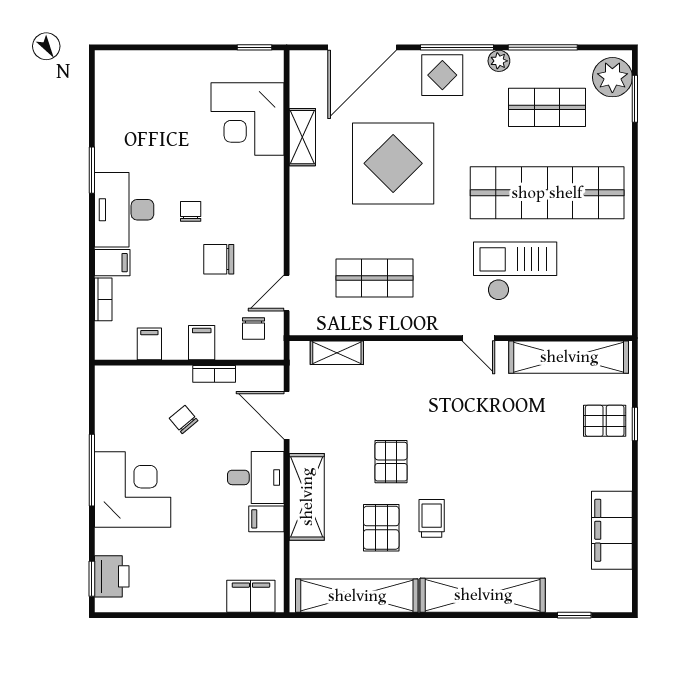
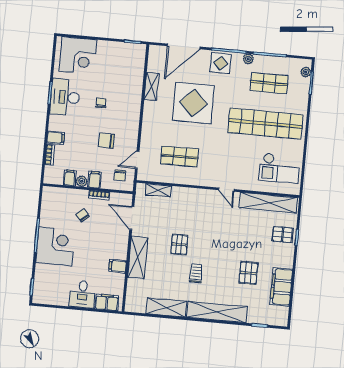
plant: (612, 77) -> (306, 72), width x0.53, depth x0.53
corner desk: (248, 119) -> (78, 55), moved, turned -90
desk: (124, 210) -> (65, 97), moved
chair: (191, 211) -> (101, 103), moved
checkout: (515, 271) -> (279, 168), moved, turned 180
plant: (175, 349) -> (82, 181), added
desk: (256, 477) -> (82, 294), moved, turned 90
pallet: (381, 528) -> (248, 273), moved
printer: (112, 576) -> (42, 287), removed
shelving: (357, 596) -> (166, 308), width x0.68

